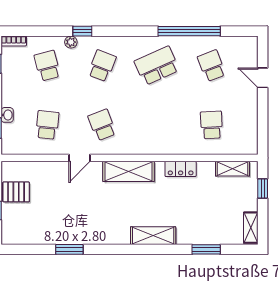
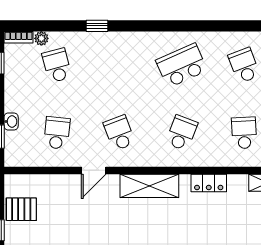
window: (189, 31) -> (219, 26), removed
plant: (71, 42) -> (41, 38), moved
school desk: (102, 66) -> (182, 133), moved

